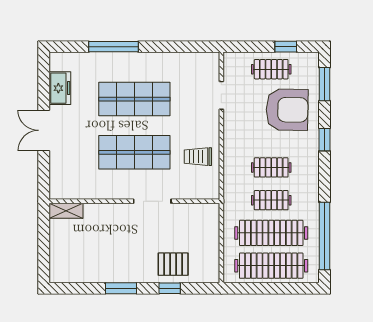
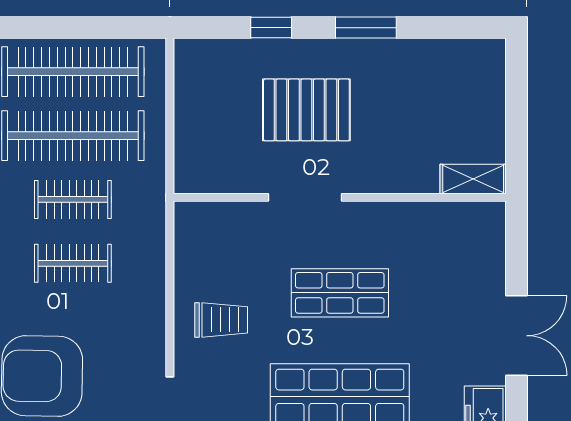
shop shelf: (134, 152) -> (340, 293), width x0.70, depth x0.74
trolley: (198, 157) -> (221, 320), moved
pallet: (173, 264) -> (306, 110), moved, width x1.50, depth x1.42

